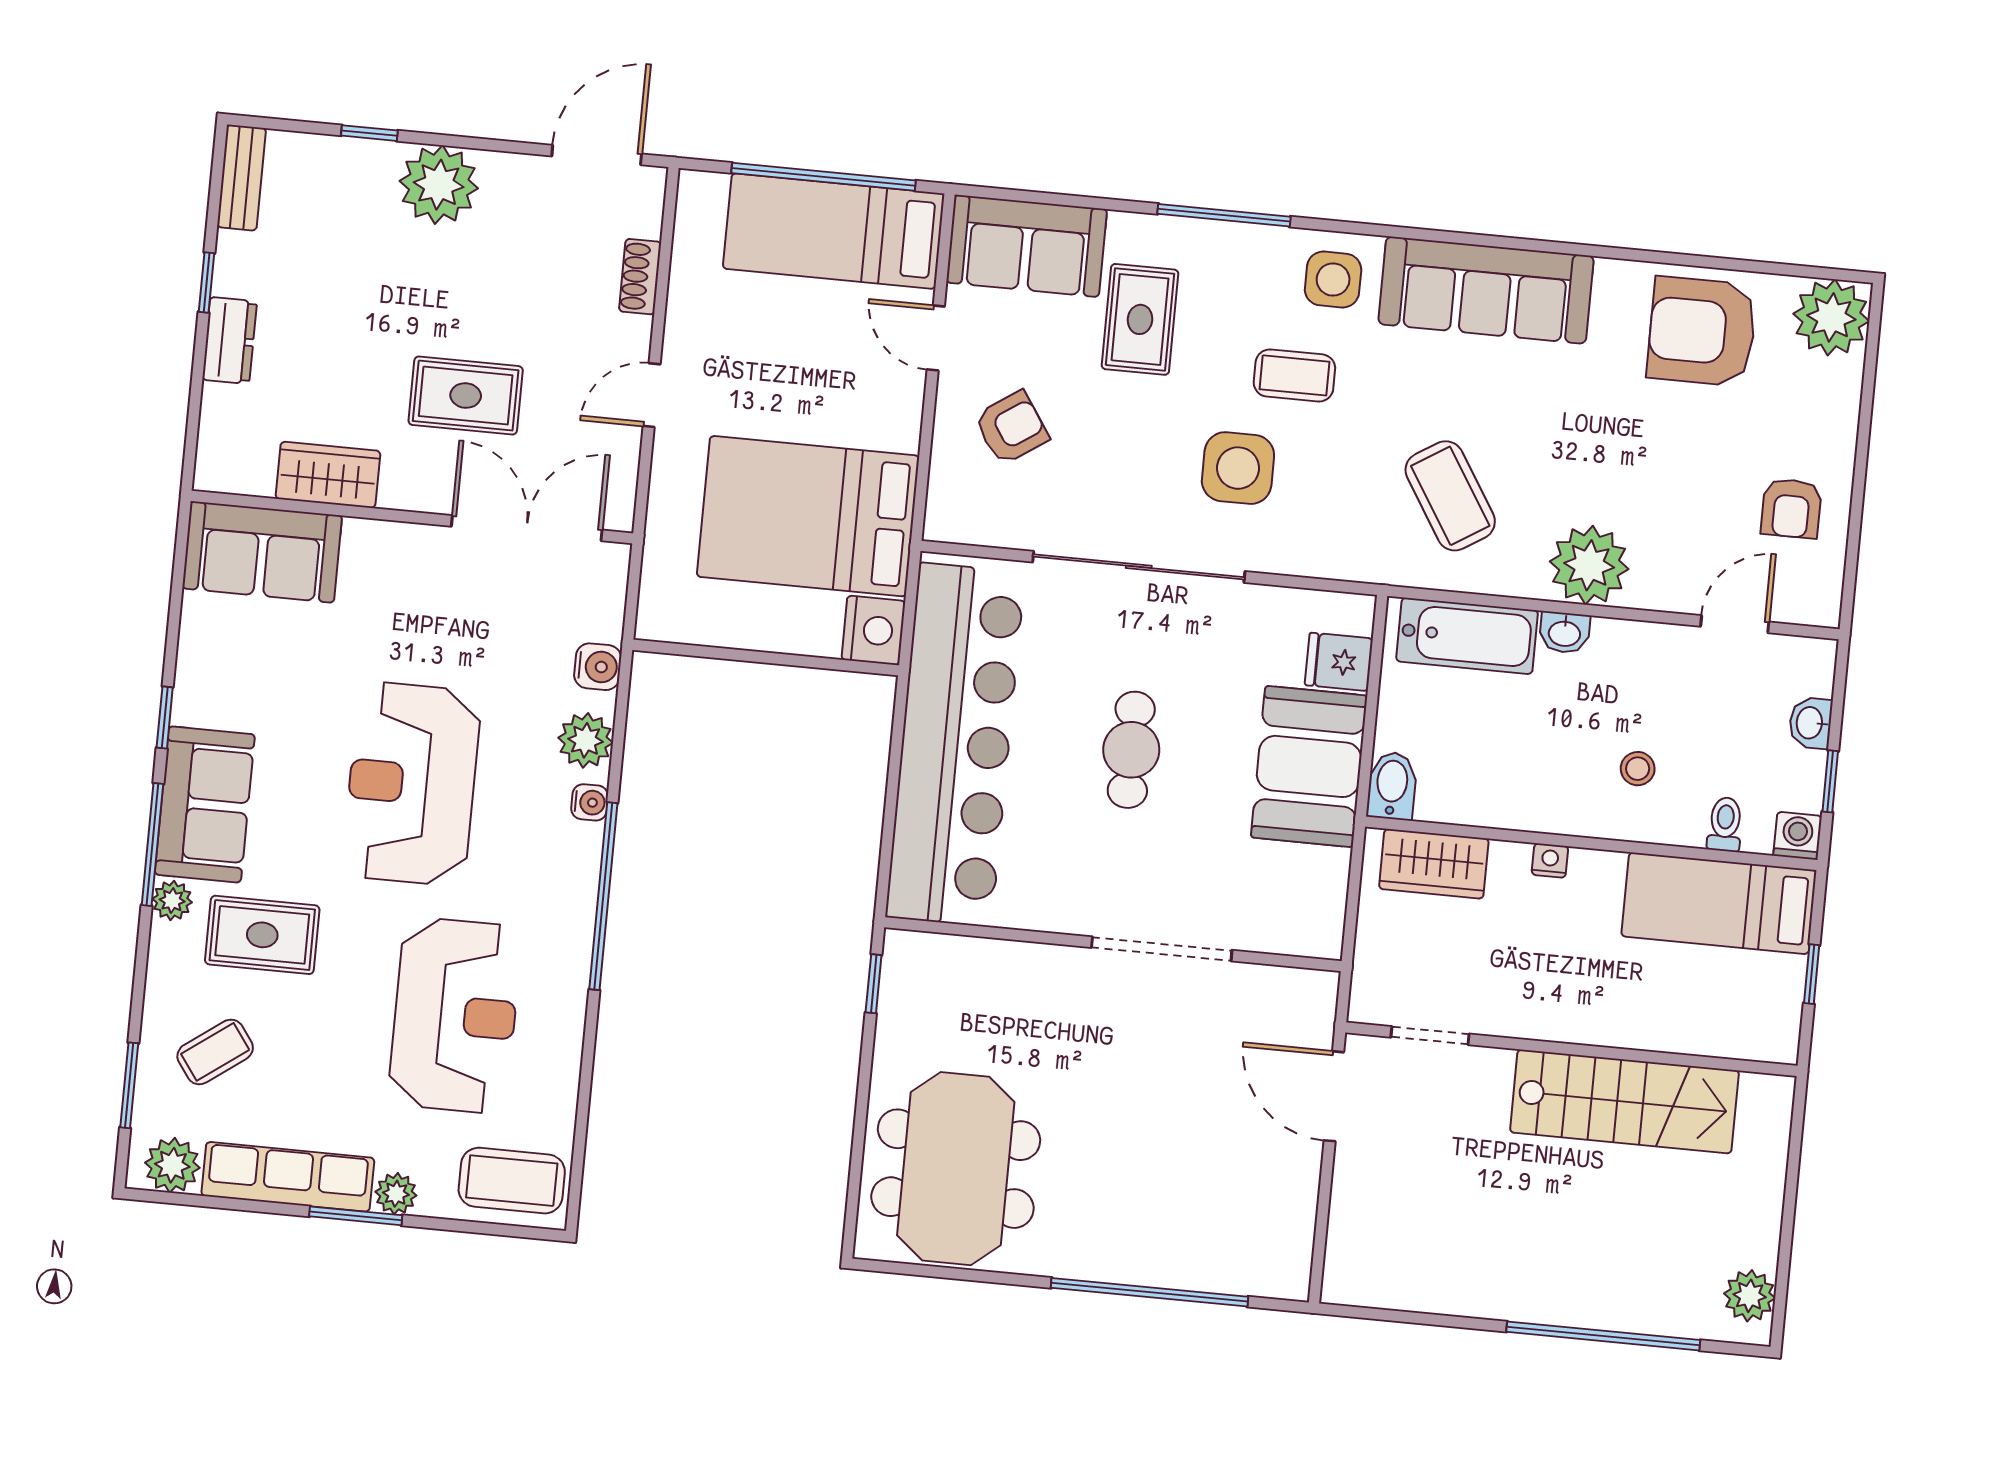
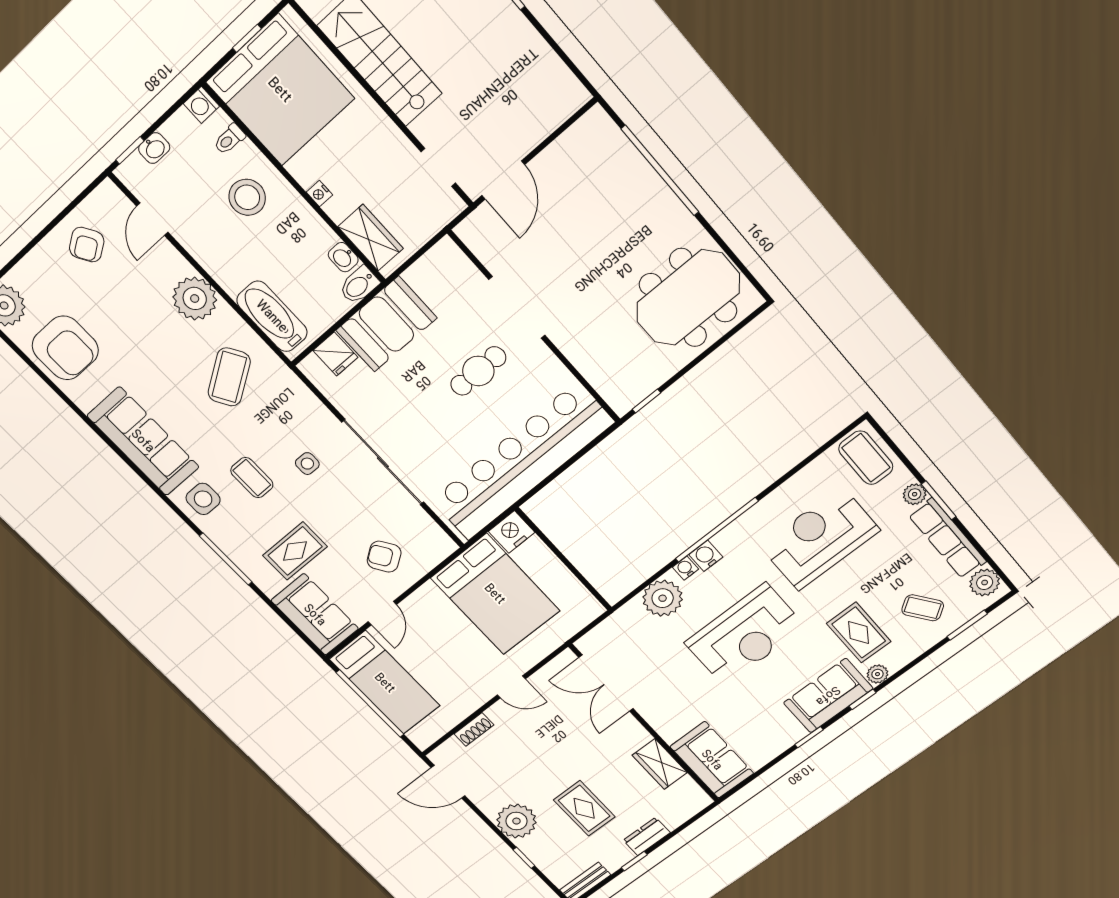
rug: (466, 396) -> (584, 808), moved
side table: (1238, 468) -> (307, 464), width x0.54, depth x0.54
armchair: (1791, 508) -> (87, 245), turned 148
door: (1735, 624) -> (152, 219), hinge flipped
washbasin: (1565, 633) -> (343, 257), moved, turned 180
water cooler: (598, 667) -> (706, 556), moved
plant: (586, 740) -> (663, 598), width x1.36, depth x1.36
cafe table: (1131, 750) -> (478, 371), moved
stool: (1638, 769) -> (247, 197), width x1.89, depth x1.89
window: (1830, 781) -> (130, 150), moved
window: (152, 844) -> (863, 699), width x0.46
bed: (1719, 903) -> (280, 90), width x2.04

